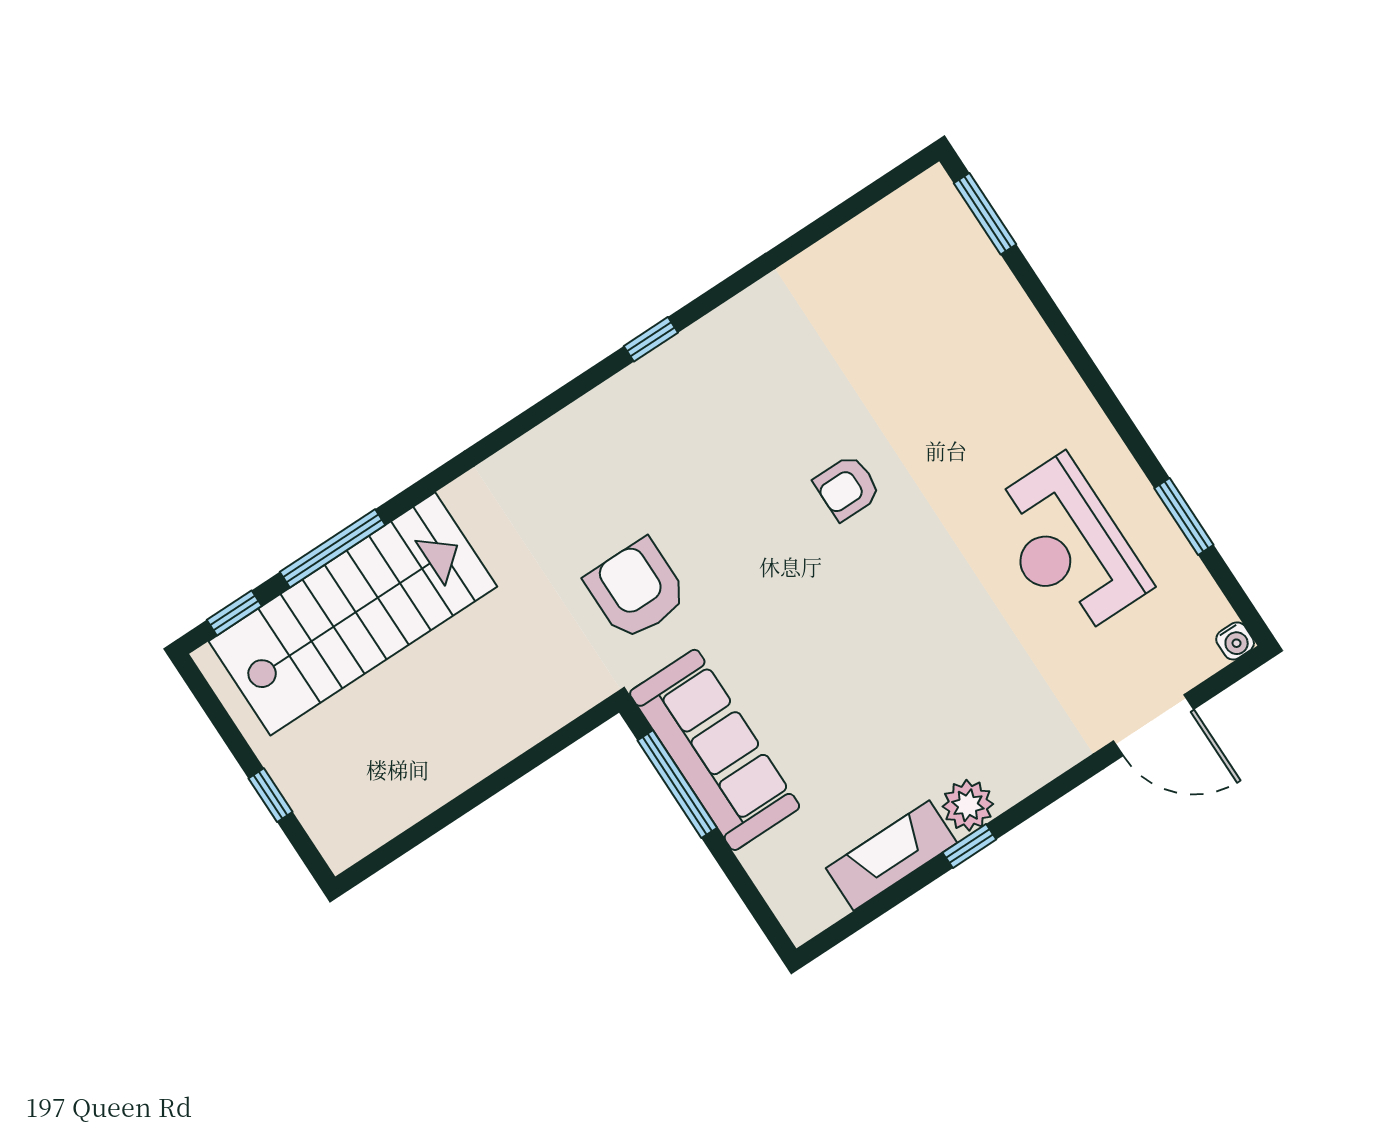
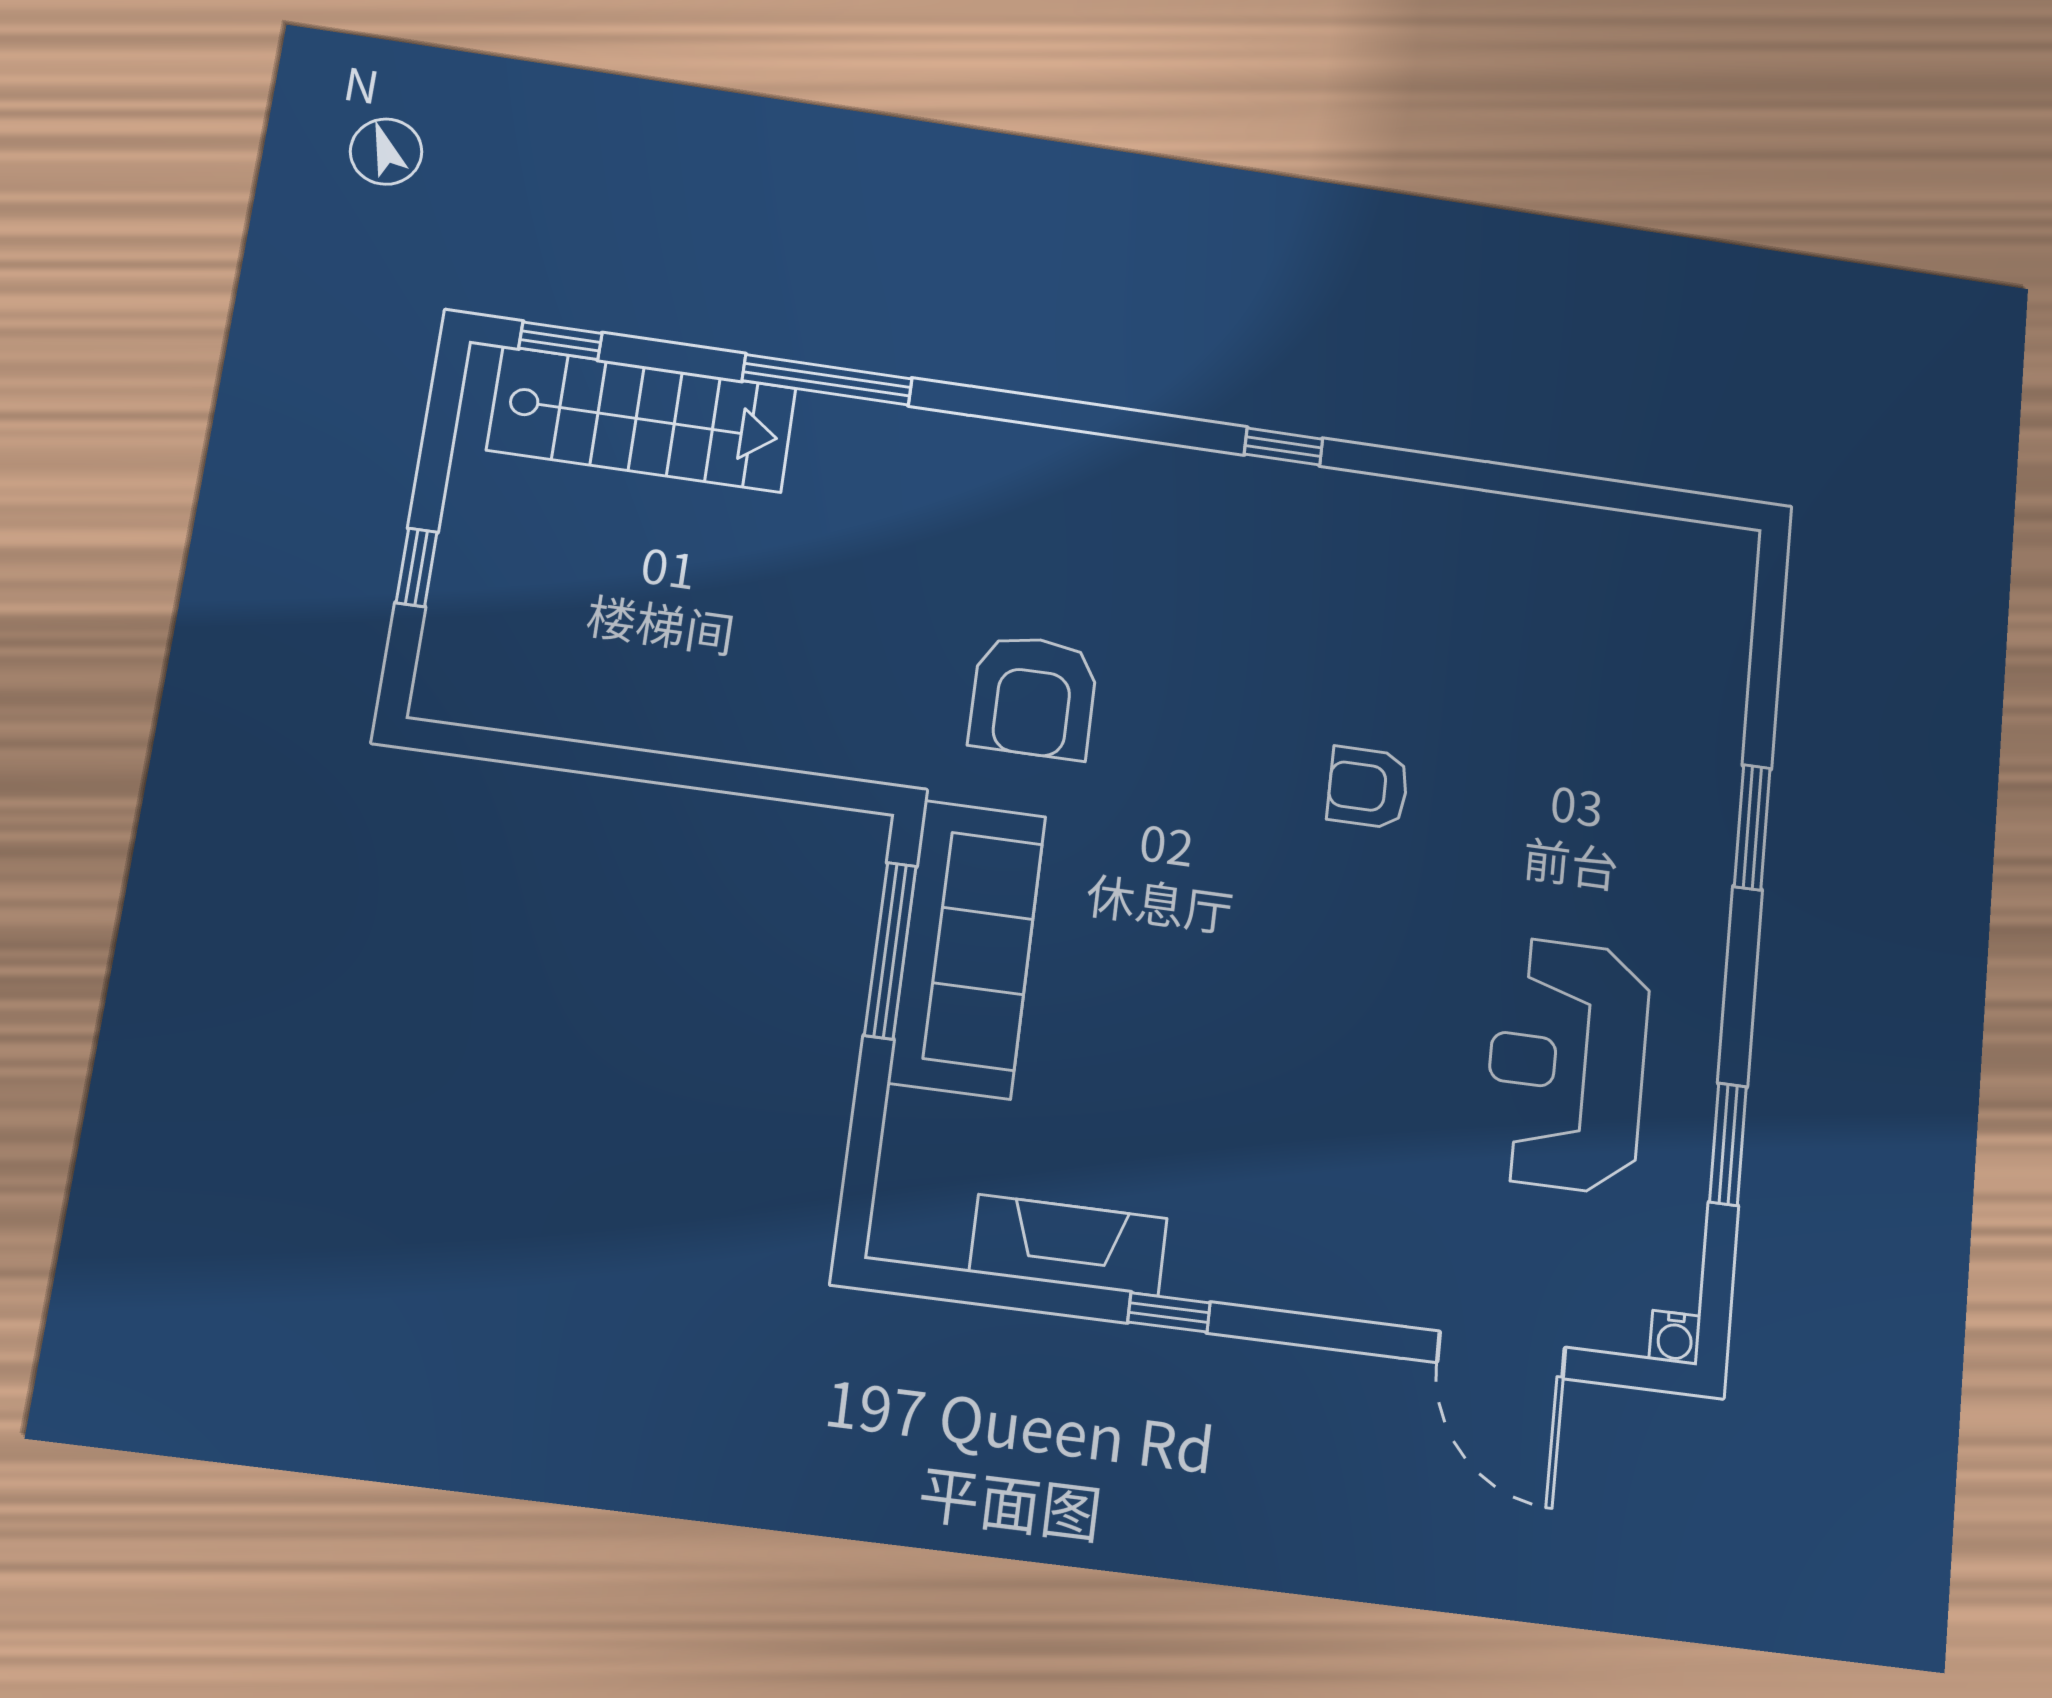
window: (985, 214) -> (1752, 827), moved
window: (332, 548) -> (827, 380), moved
armchair: (636, 590) -> (1033, 697), turned 180
stairs: (353, 614) -> (642, 419), width x0.73, depth x0.66
plant: (968, 805) -> (1207, 1263), removed

